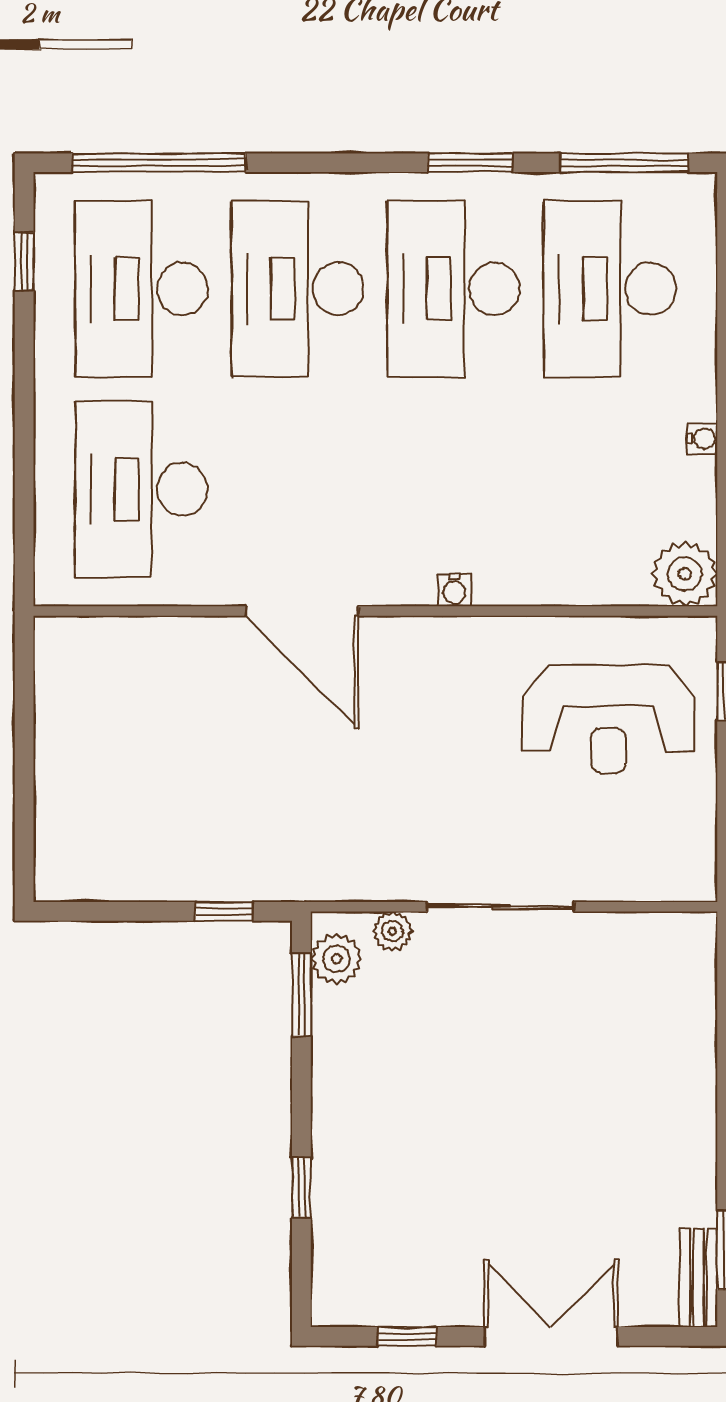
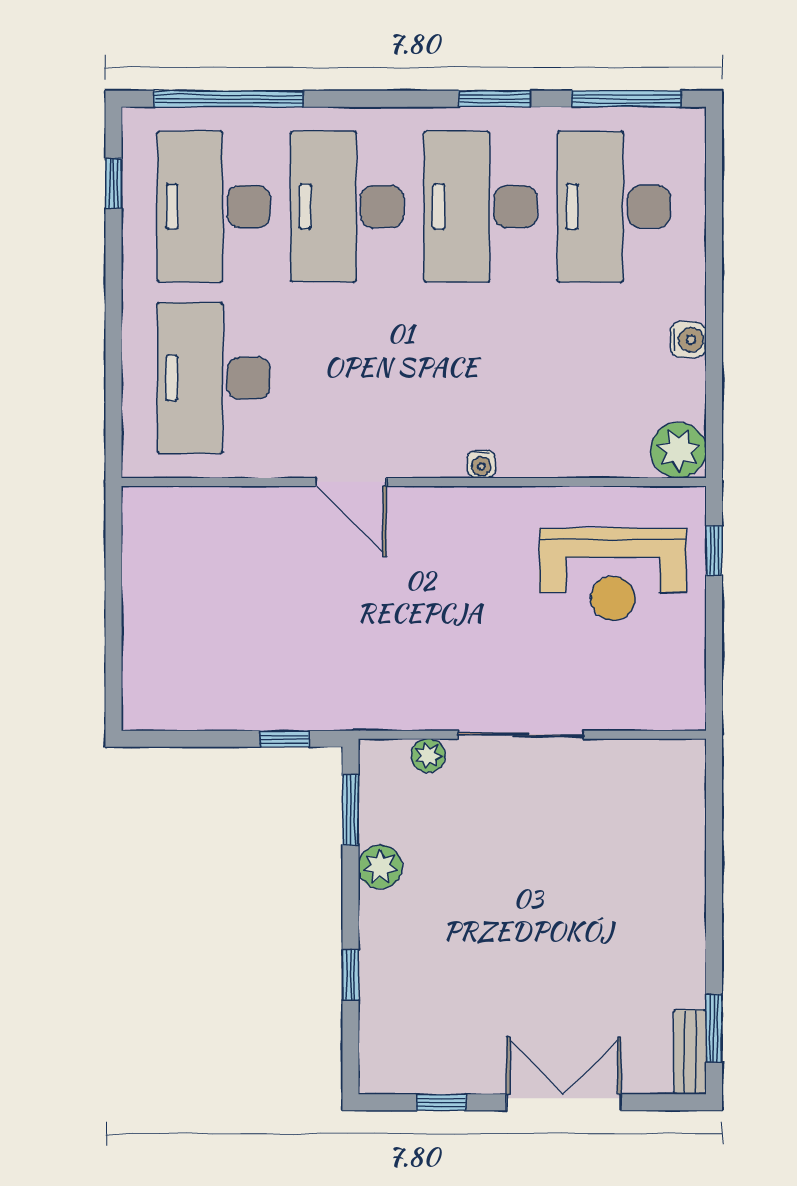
water cooler: (702, 439) -> (688, 340), width x1.38, depth x1.38
door: (302, 611) -> (351, 482), width x0.73
plant: (336, 959) -> (380, 867), moved

